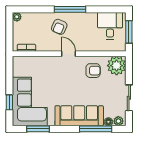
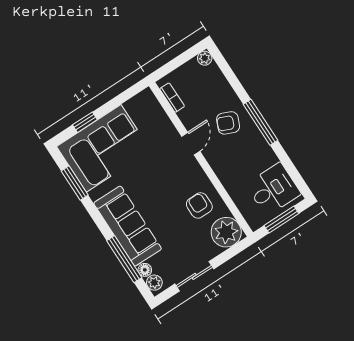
door: (68, 54) -> (191, 144), moved
armchair: (93, 71) -> (199, 205), turned 180

